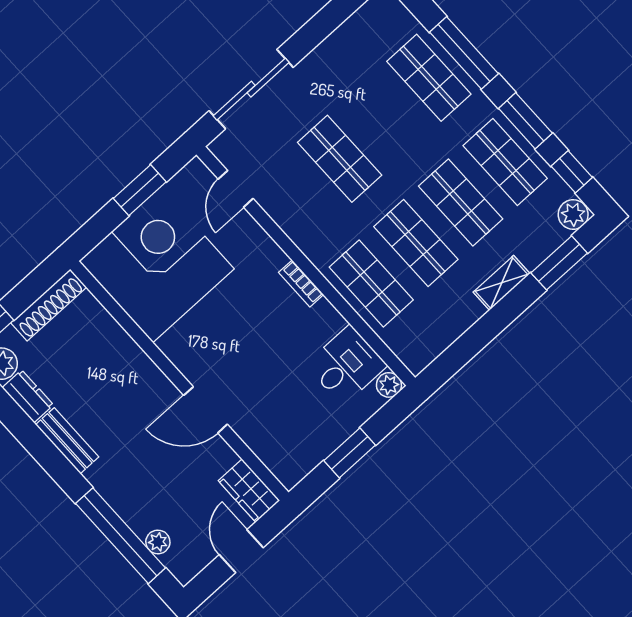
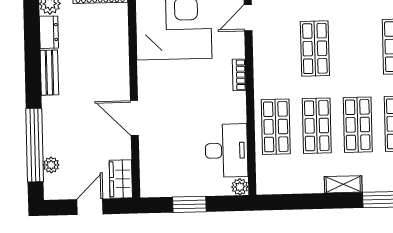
bookcase: (301, 283) -> (239, 75), moved
desk: (346, 365) -> (226, 151), width x1.37

